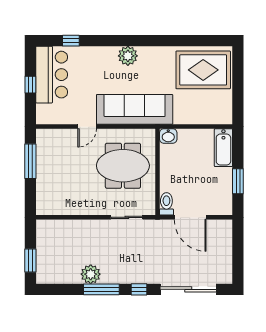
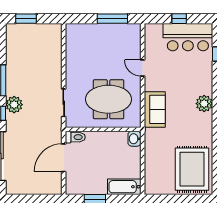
sofa: (135, 109) -> (155, 109), width x0.54, depth x0.79
meeting table: (123, 166) -> (109, 99), turned 90
plant: (91, 274) -> (14, 105), moved

